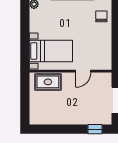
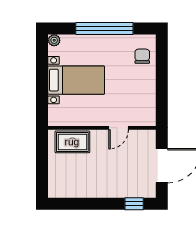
bed with nightstands: (51, 51) -> (76, 80), moved

